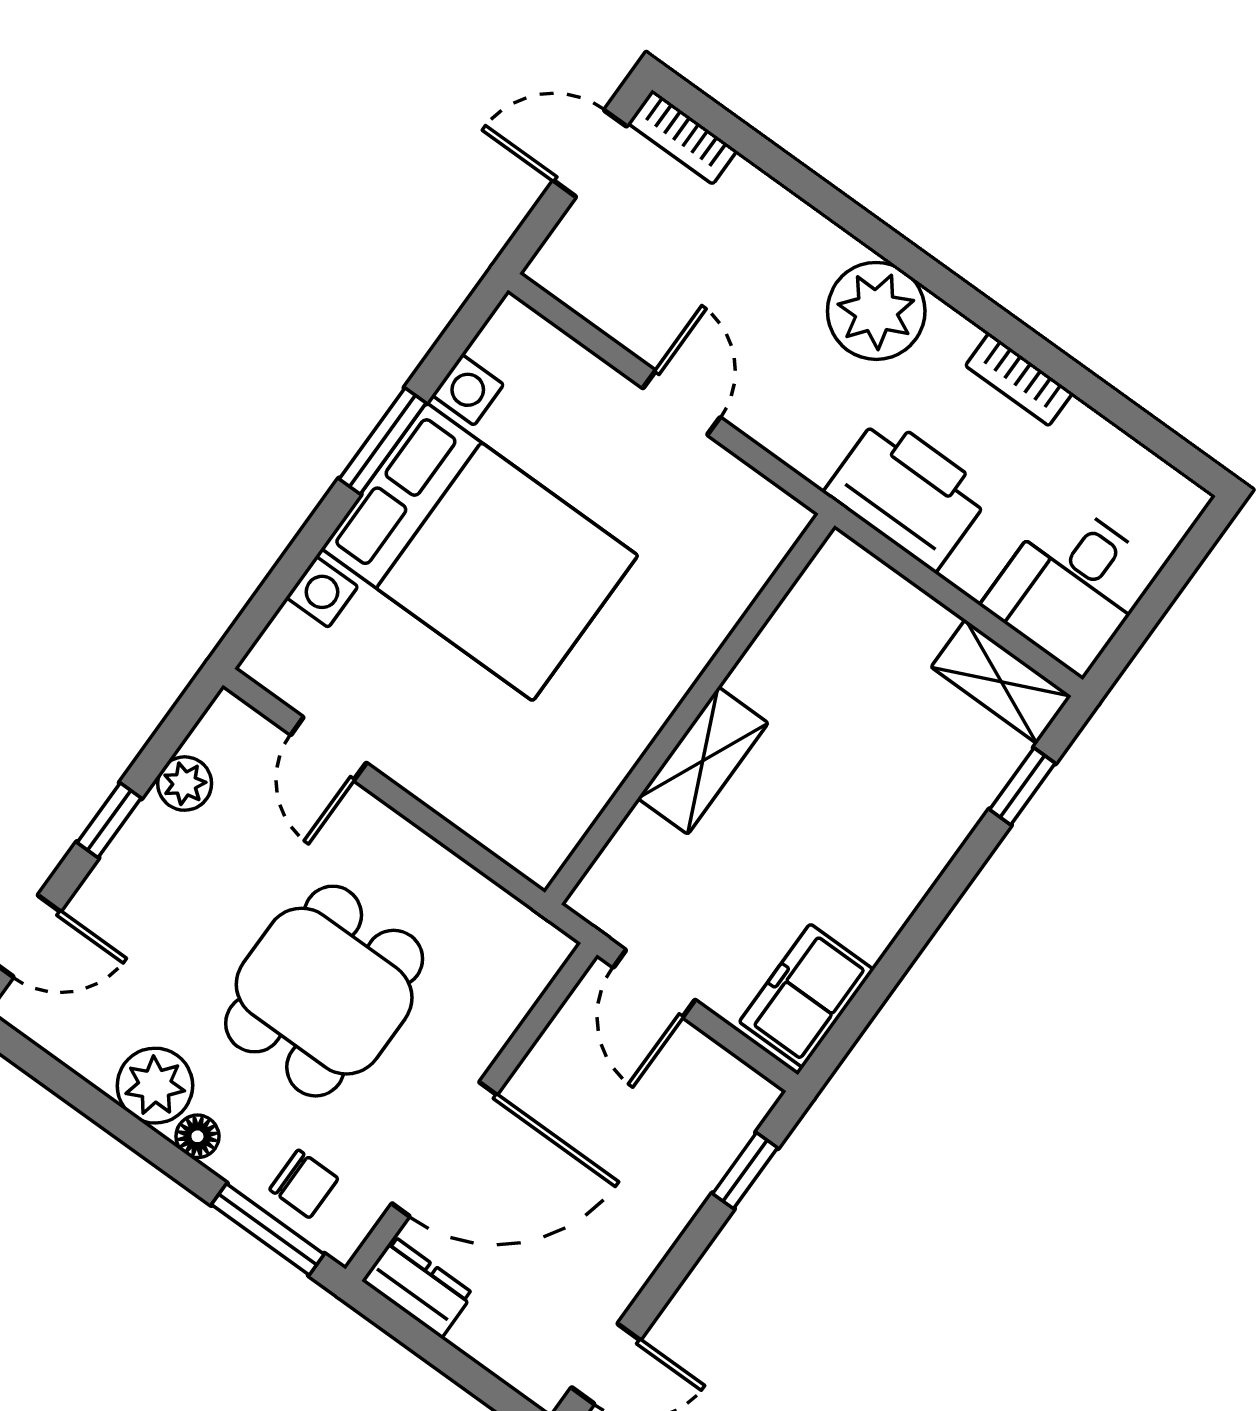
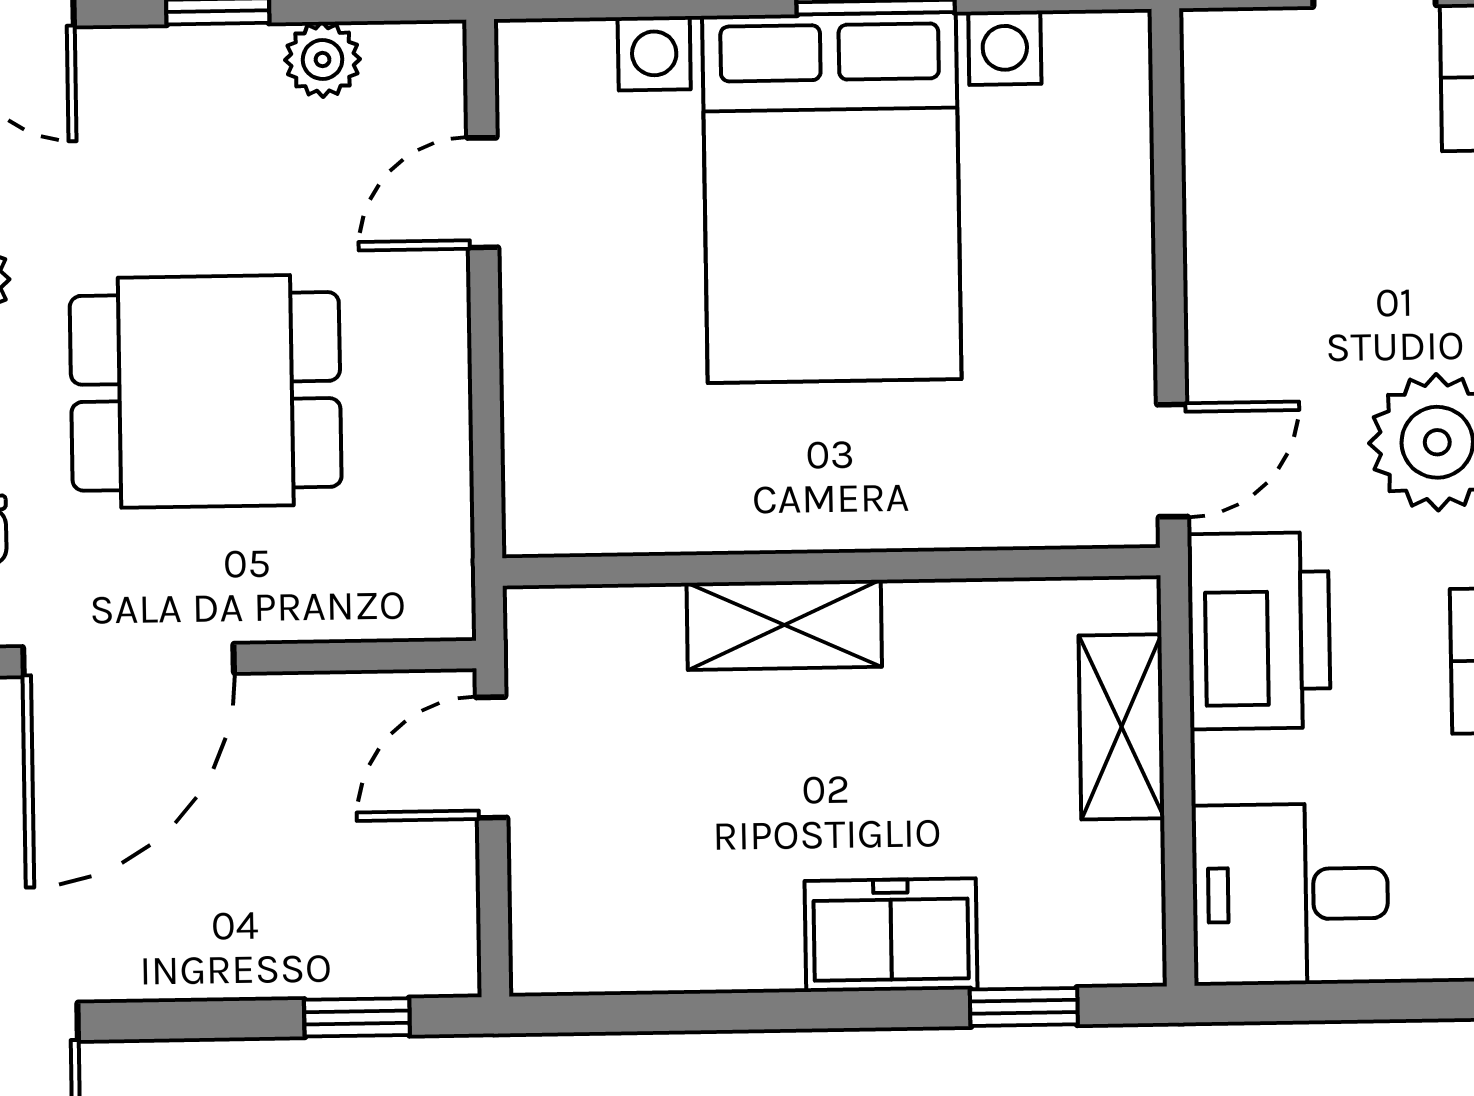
door: (681, 403) -> (1172, 461), moved
shelving: (1001, 682) -> (1121, 727), moved
freezer: (807, 996) -> (891, 935), moved
door: (444, 1149) -> (128, 660), hinge flipped

